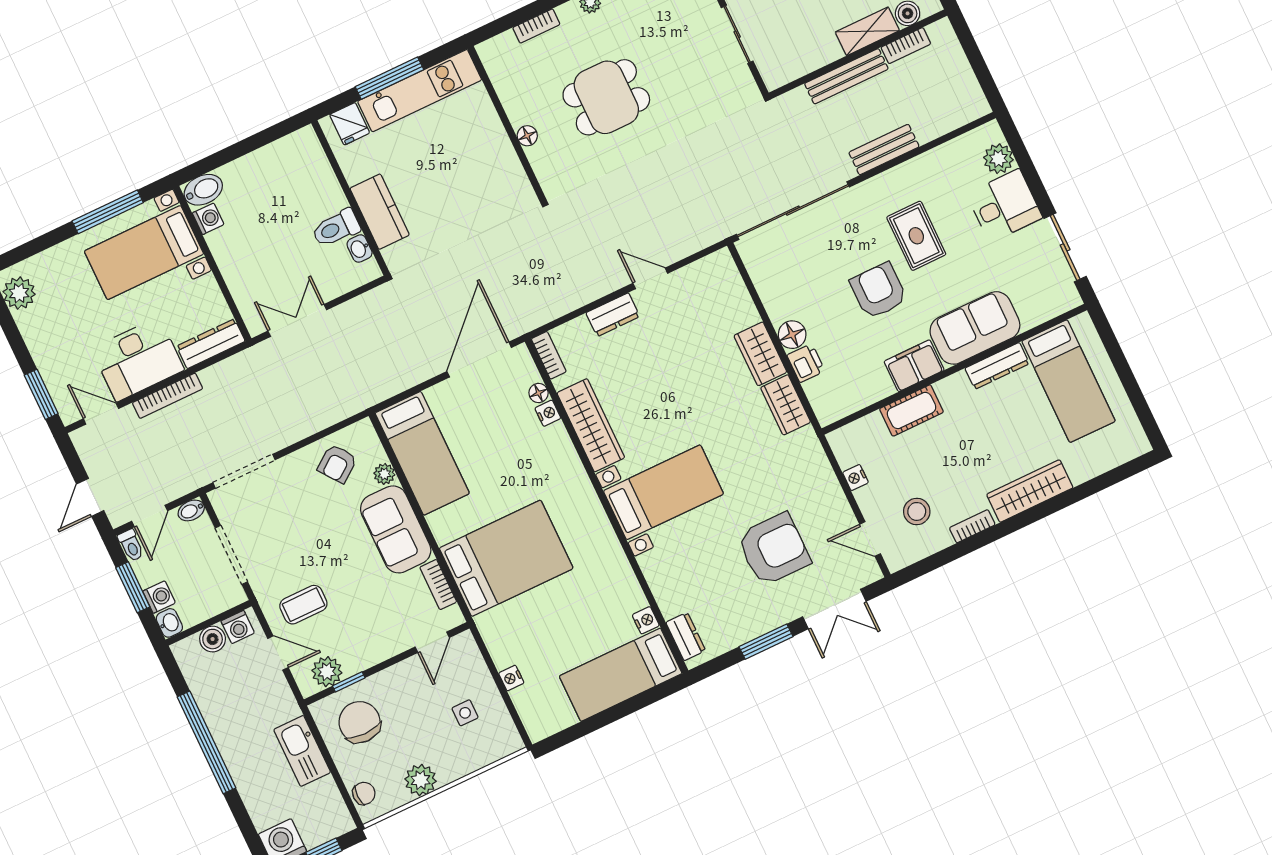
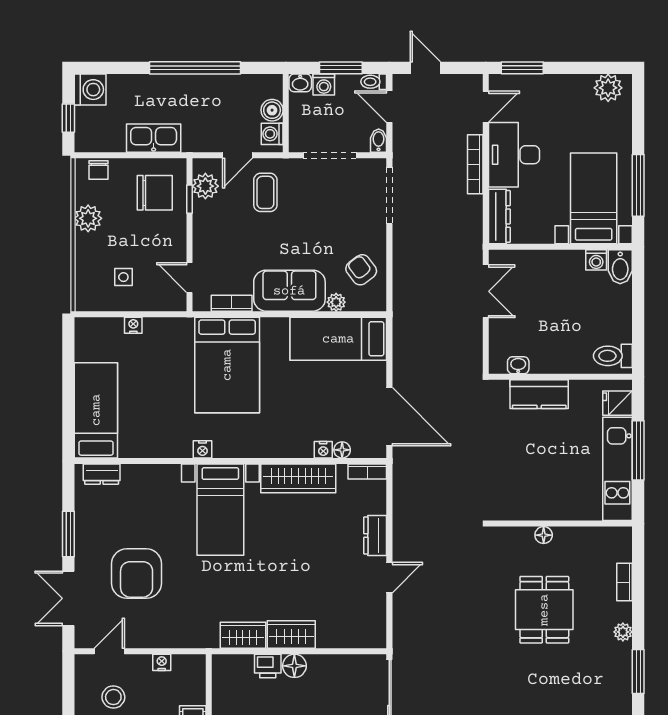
toilet: (336, 228) -> (613, 356), moved, turned -90
nightstand: (646, 620) -> (203, 449), moved

